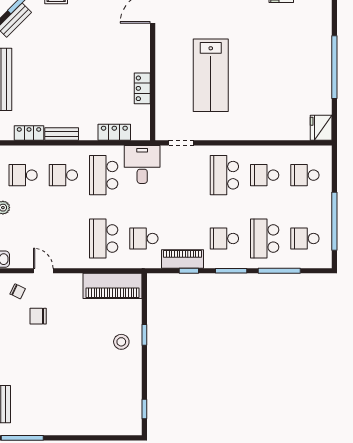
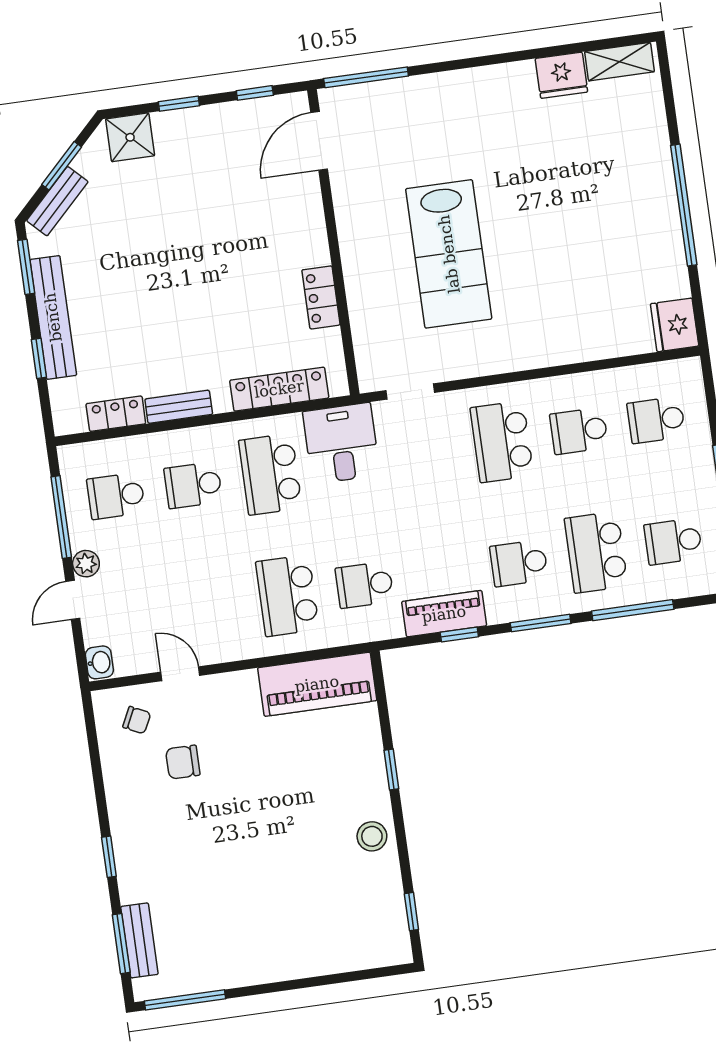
locker: (114, 132) -> (279, 389), width x1.53
stool: (121, 342) -> (372, 836), moved

